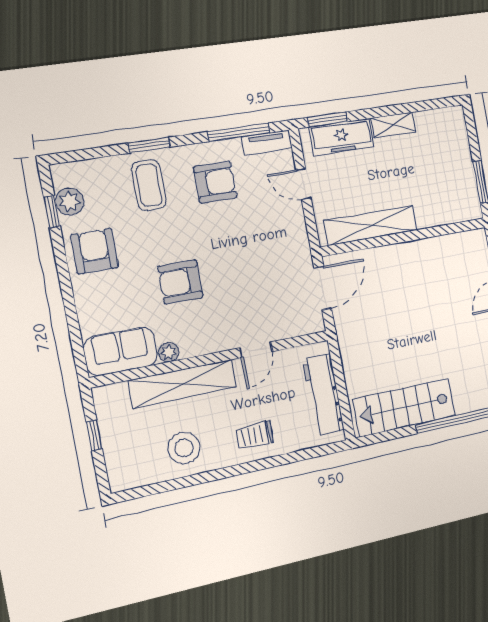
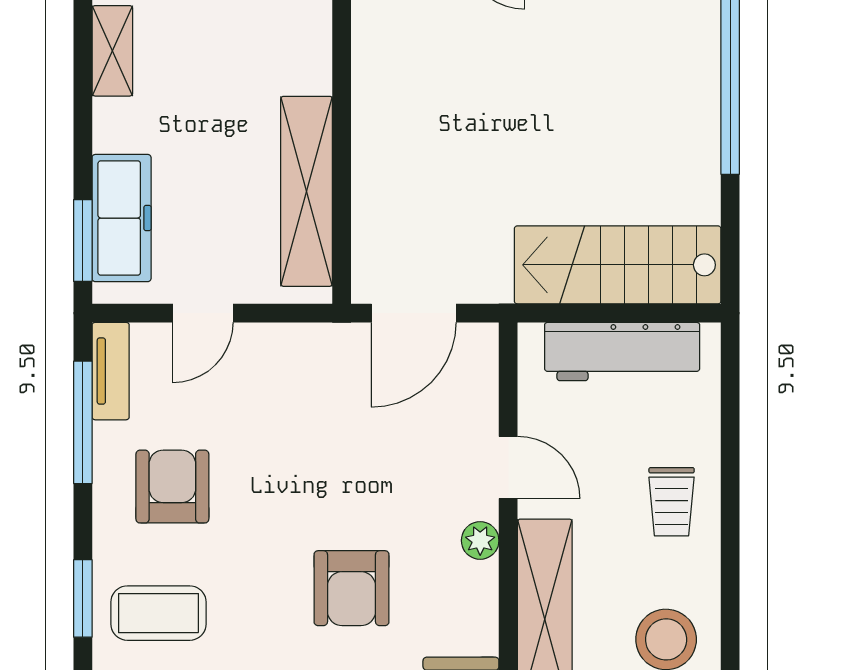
shelving: (393, 125) -> (112, 51), moved
door: (323, 288) -> (414, 313), swing flipped
plant: (169, 352) -> (480, 540), moved
stairs: (404, 407) -> (618, 265), moved, turned 90

